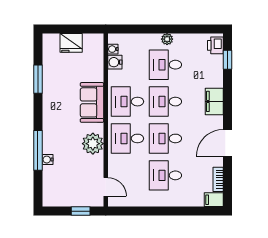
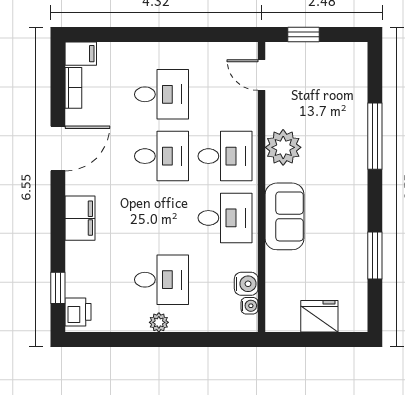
desk: (165, 102) -> (162, 218), removed
water cooler: (48, 160) -> (359, 121), removed

